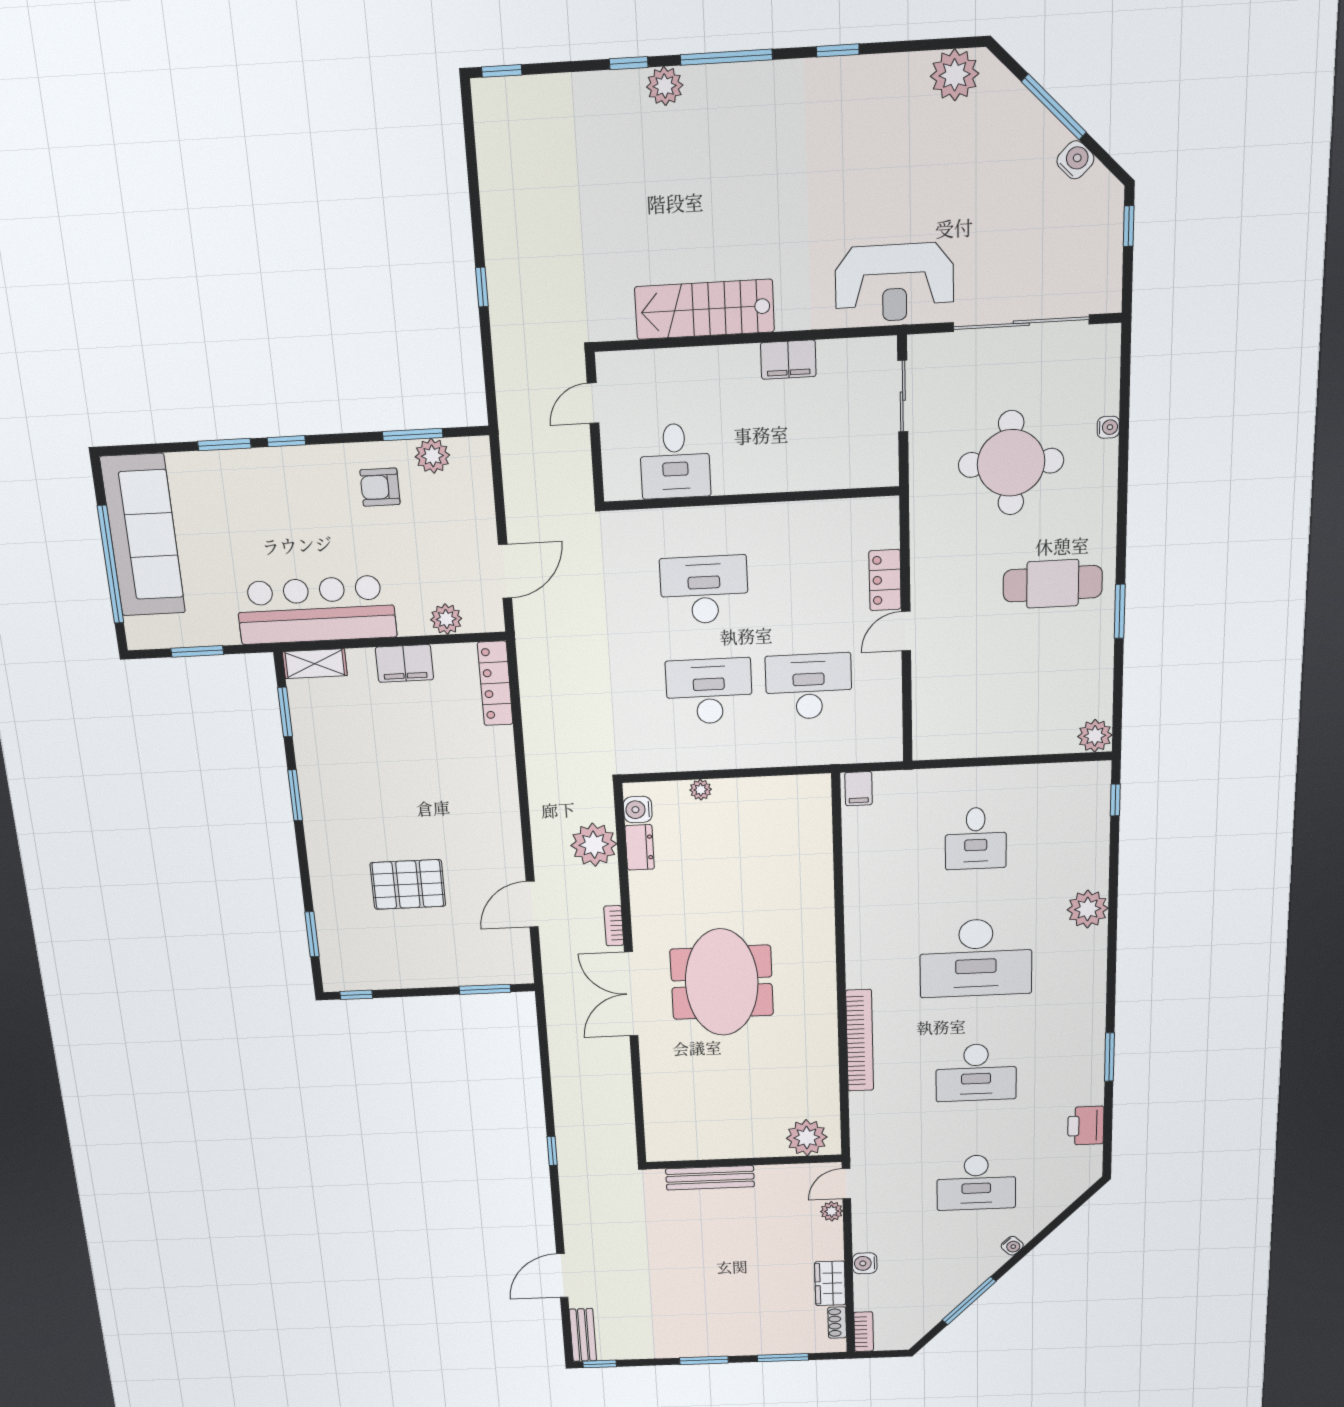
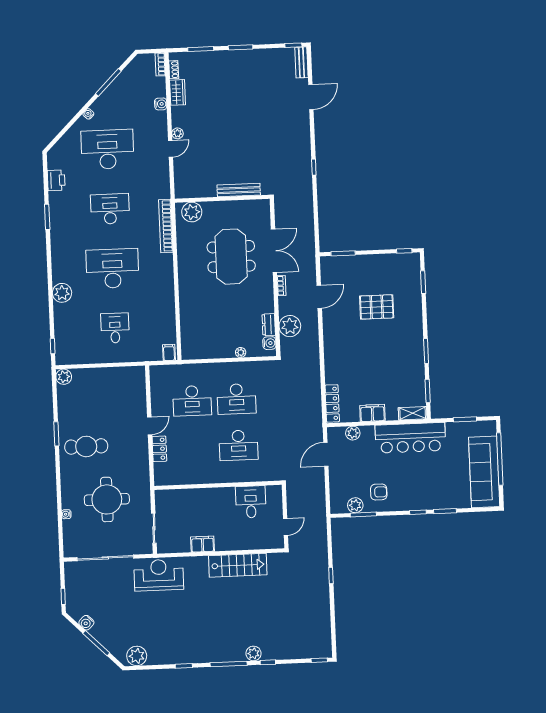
plant: (807, 1138) -> (192, 212), moved
wall: (744, 1162) -> (222, 199), moved
bench: (710, 1178) -> (239, 190), moved
desk: (976, 1182) -> (107, 149), width x1.36, depth x1.30

